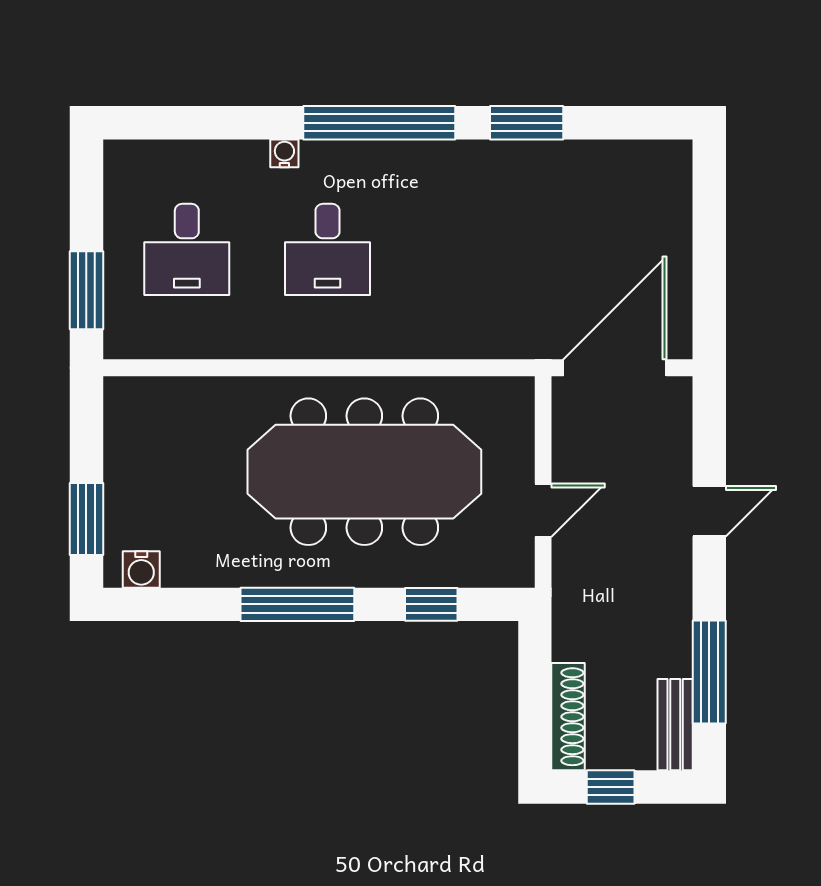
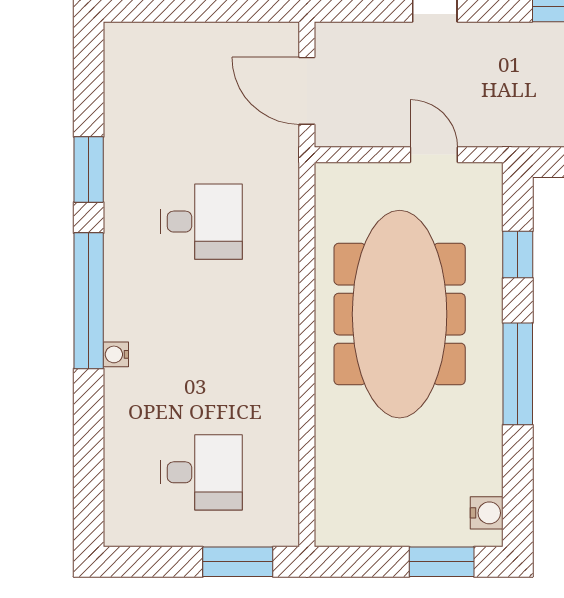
water cooler: (284, 153) -> (116, 354), moved
desk: (328, 249) -> (201, 222), moved
door: (615, 368) -> (307, 91), width x0.73

